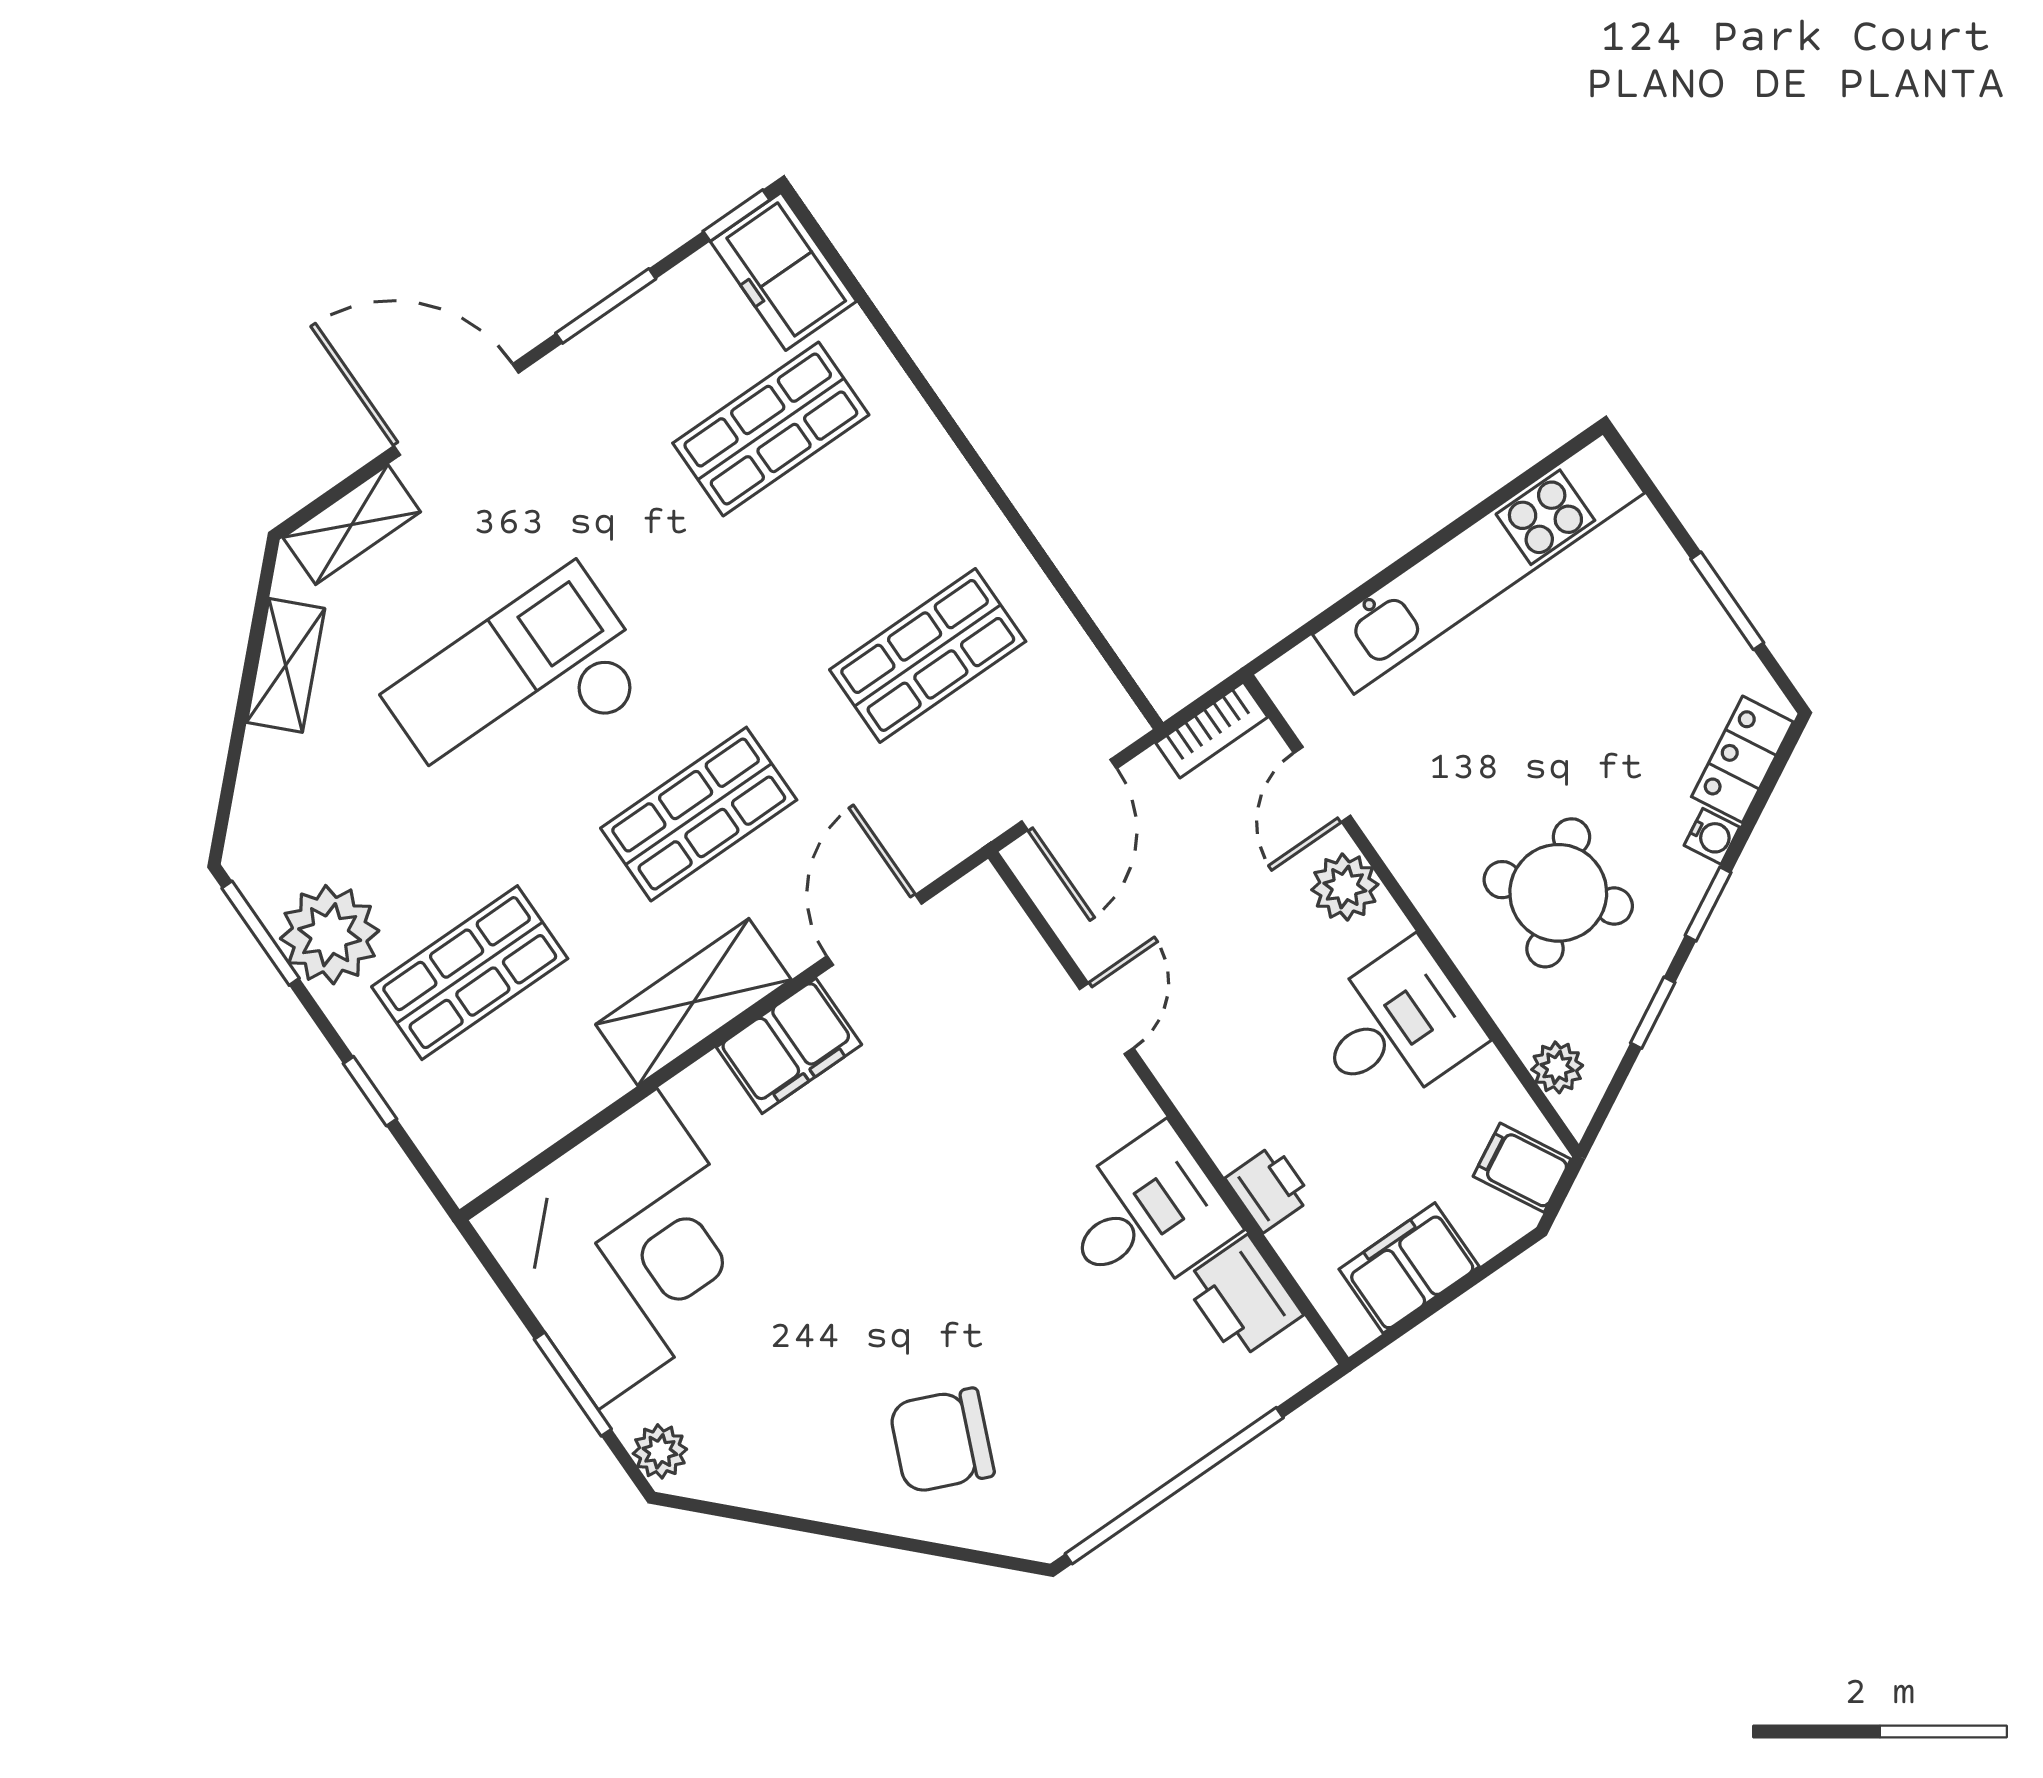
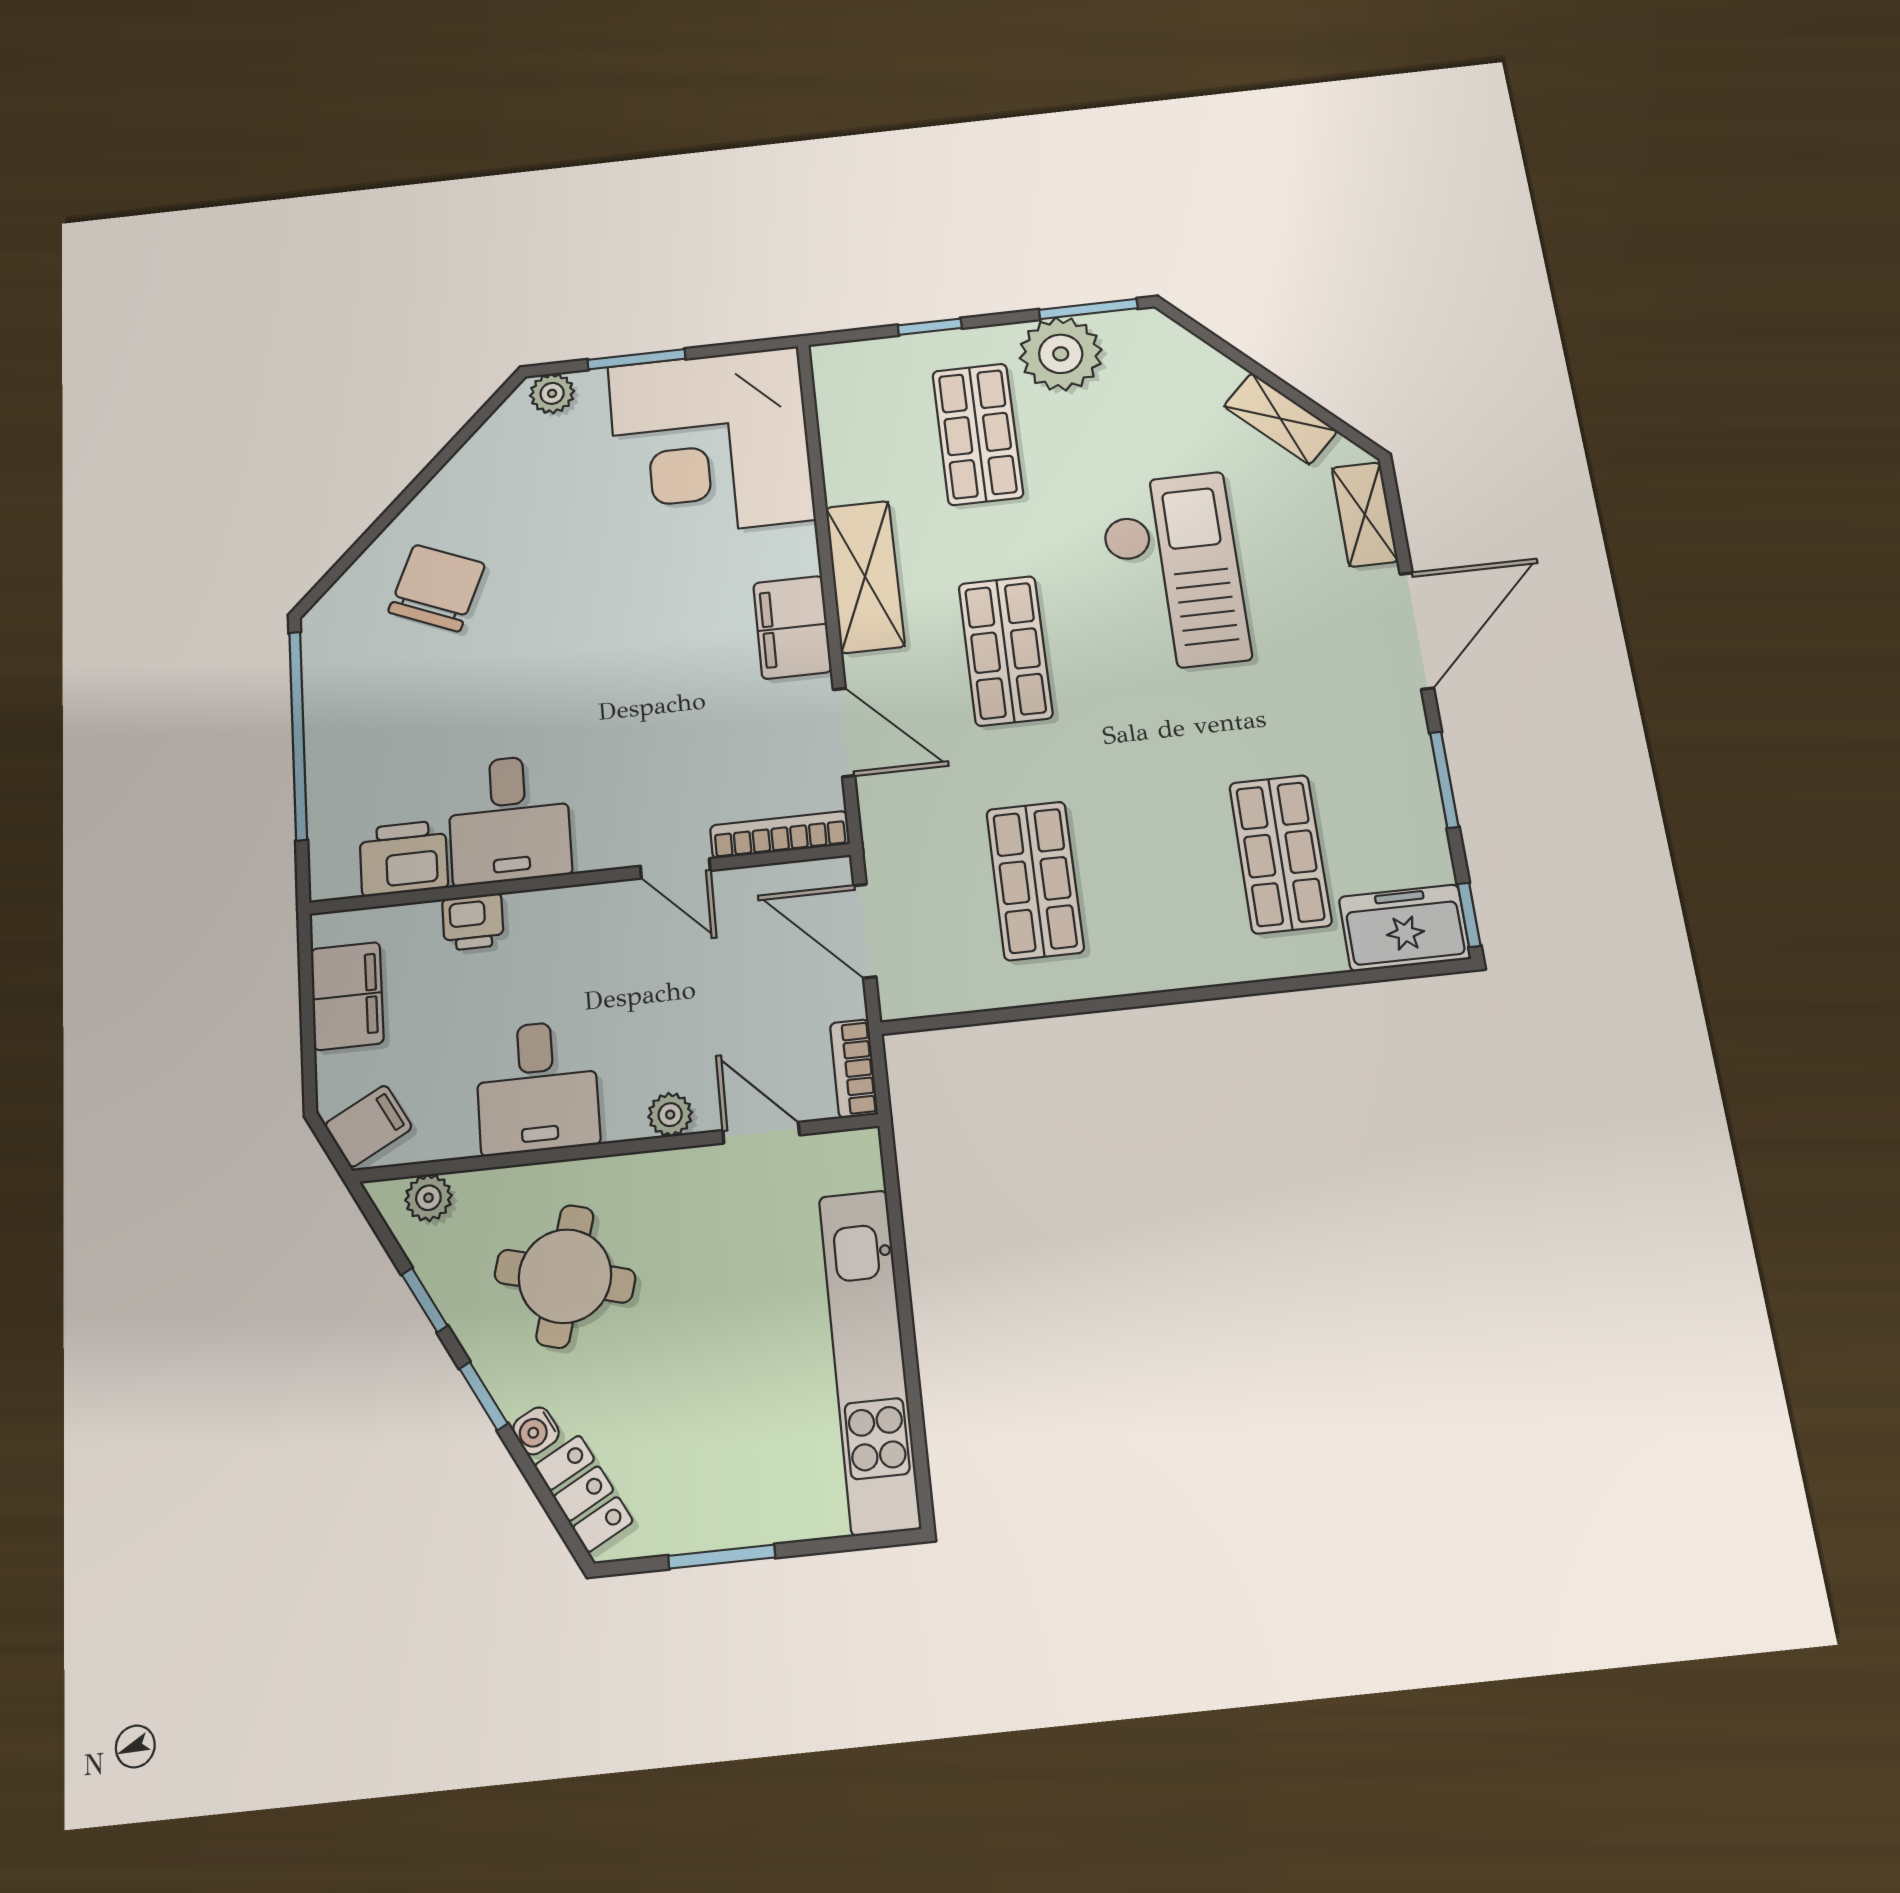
plant: (1345, 887) -> (670, 1115), width x0.73, depth x0.73
round table: (1558, 893) -> (565, 1276), turned -33
bookcase: (1016, 934) -> (780, 835), added

